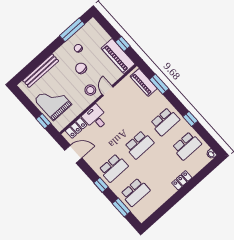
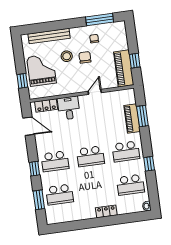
piano: (144, 82) -> (132, 118), moved
stool: (90, 90) -> (67, 56), moved

